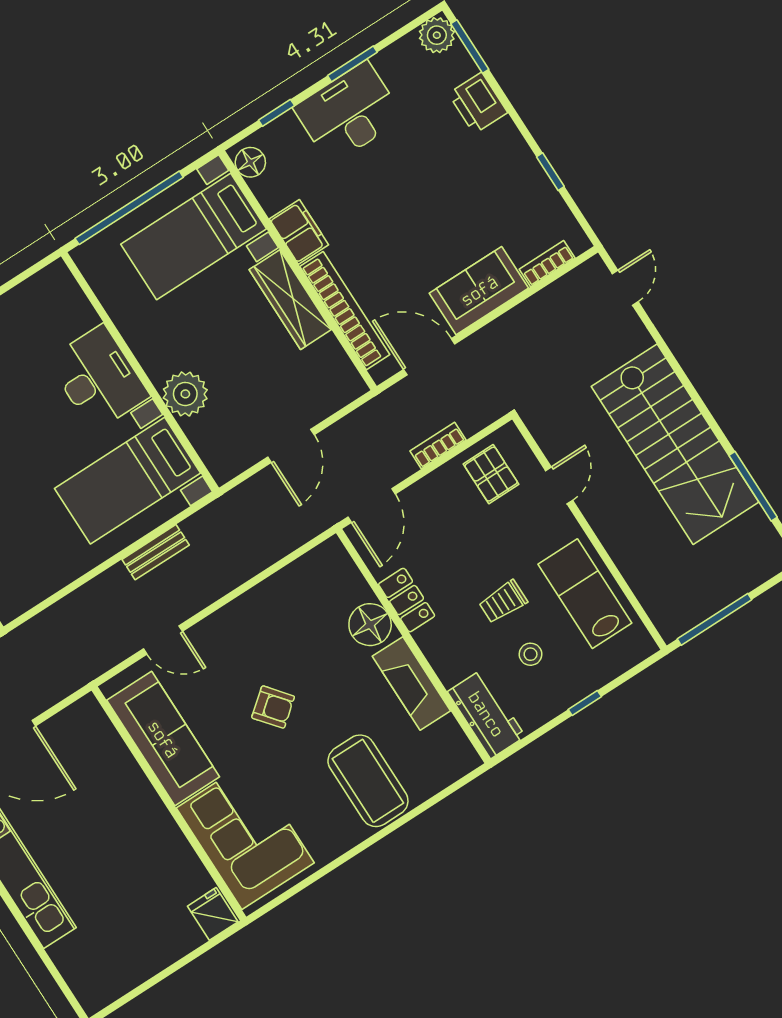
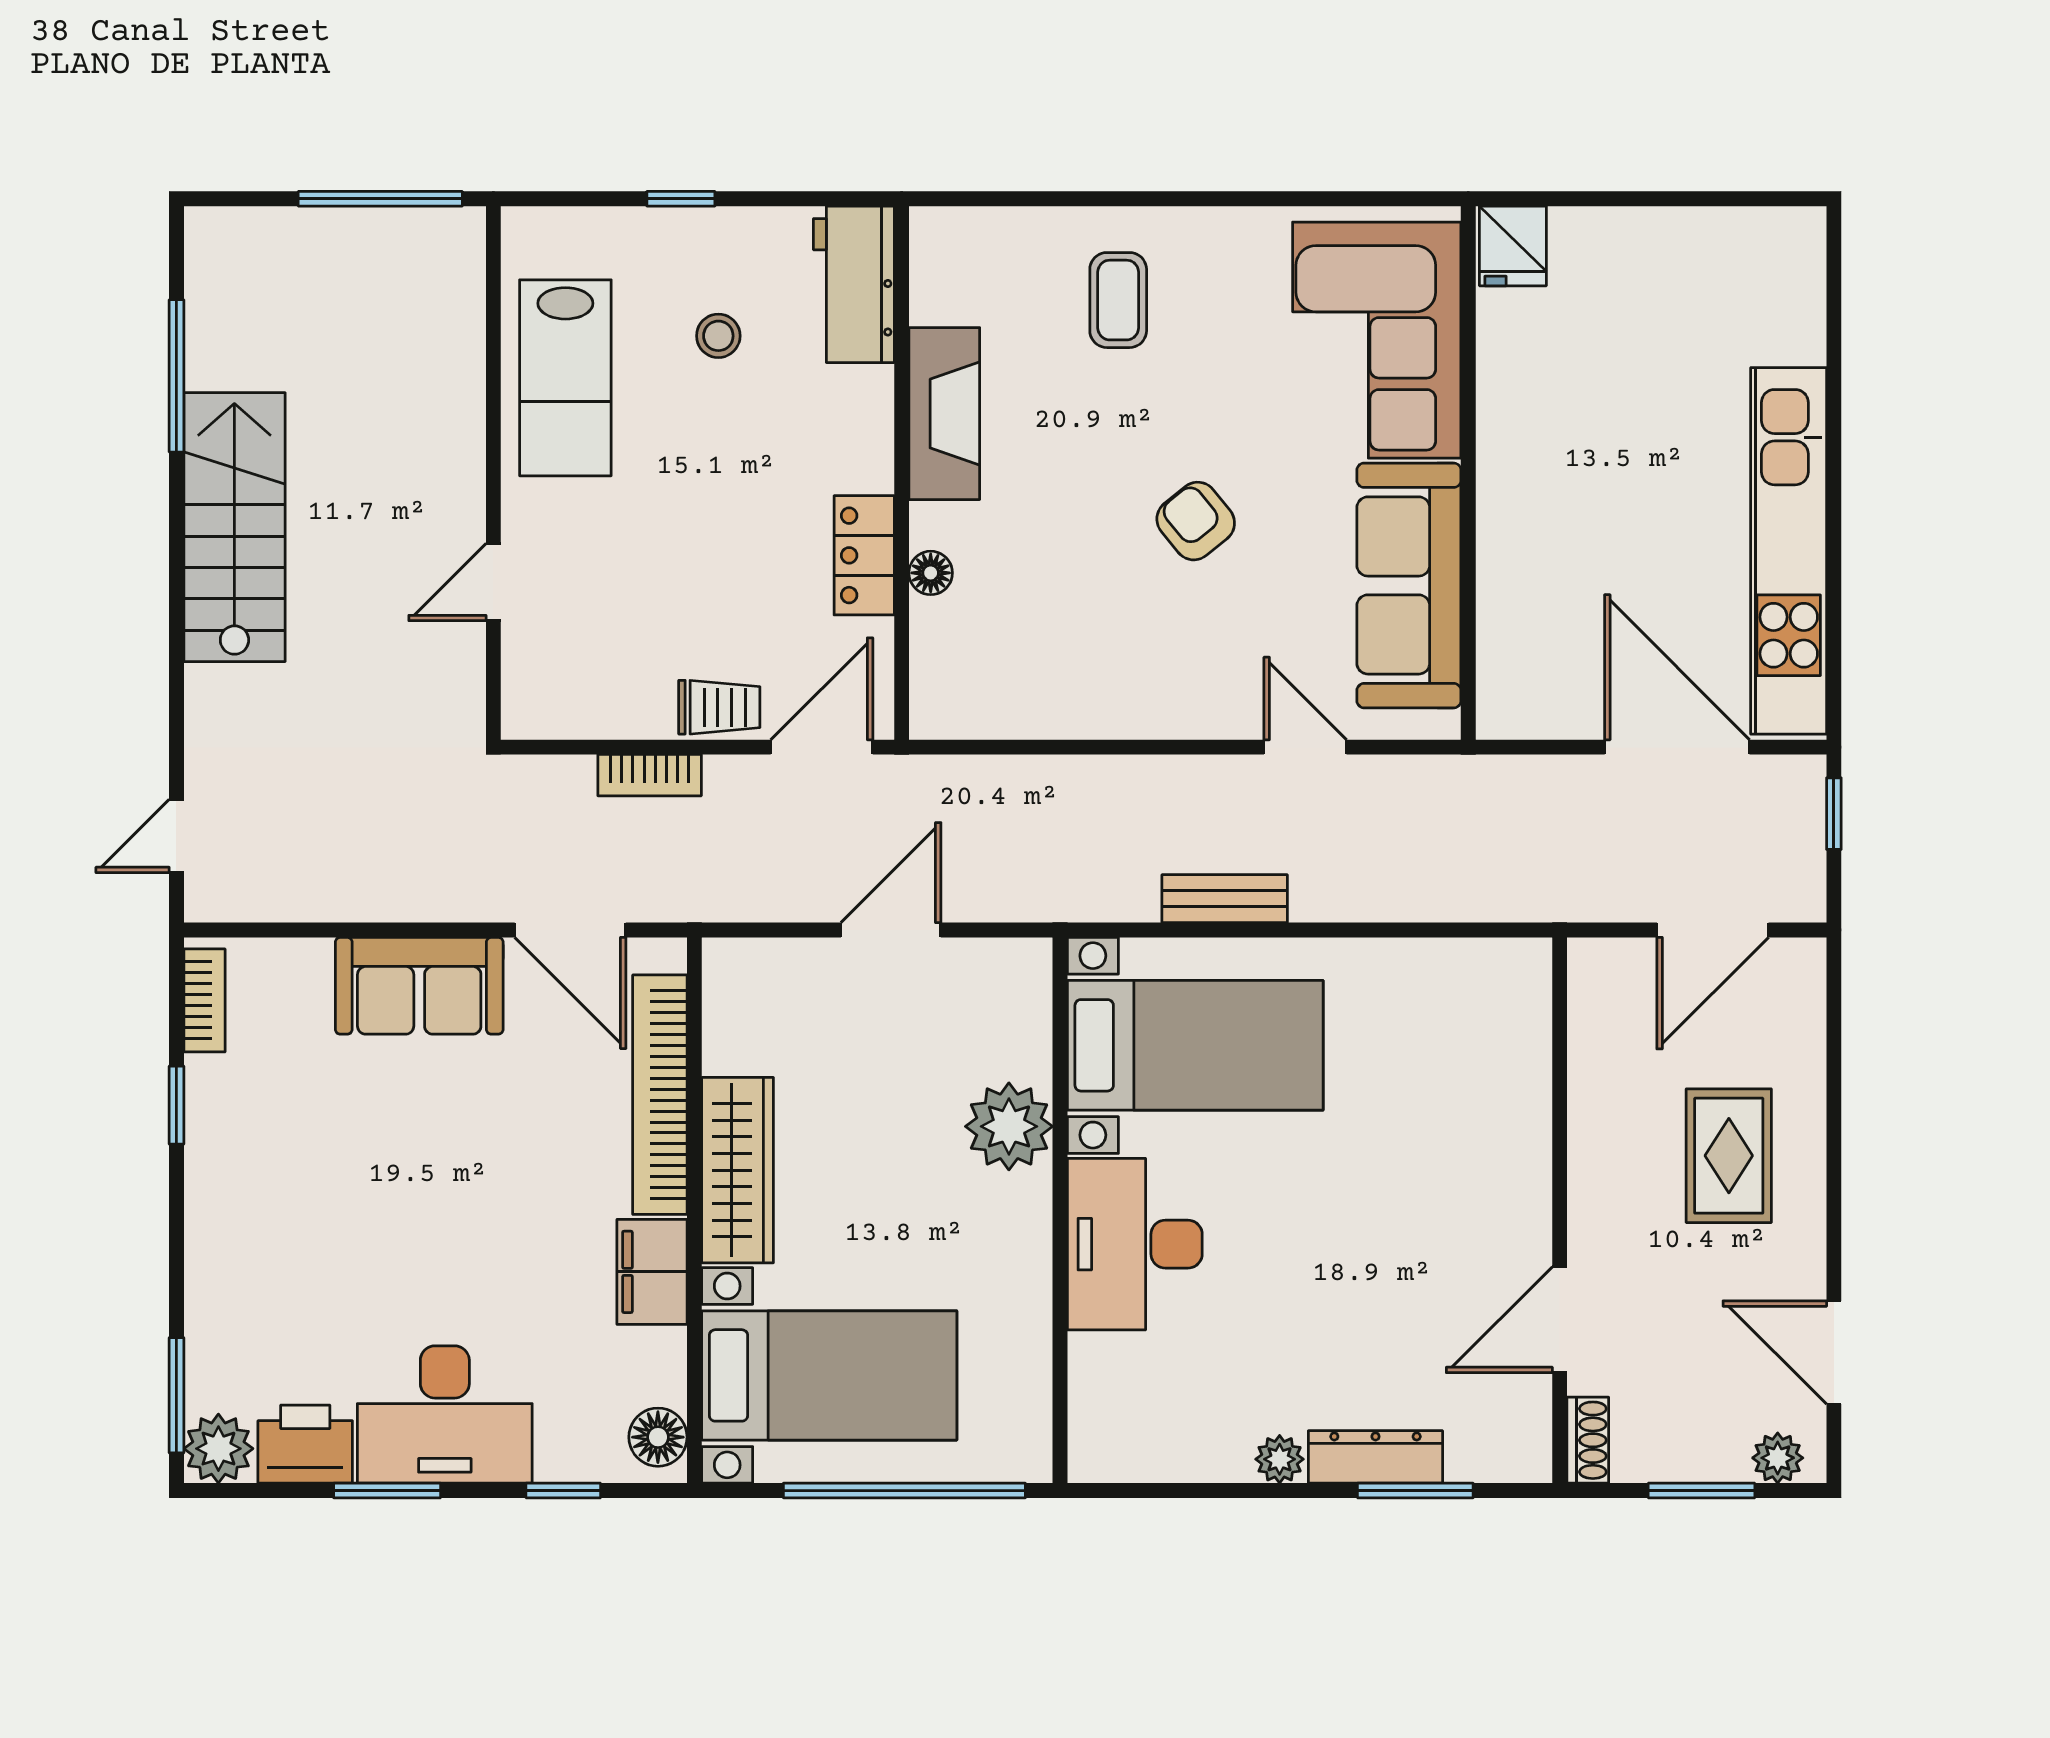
printer: (478, 103) -> (305, 1444), moved, turned -90
bookcase: (547, 264) -> (204, 1000), moved, turned -90
stairs: (675, 444) -> (234, 527), width x0.73, depth x0.66
pallet: (491, 474) -> (593, 672), removed
trolley: (503, 602) -> (719, 707), moved
floor lamp: (370, 625) -> (931, 573), width x0.53, depth x0.53
coffee table: (368, 781) -> (1118, 300), width x0.54, depth x0.58

